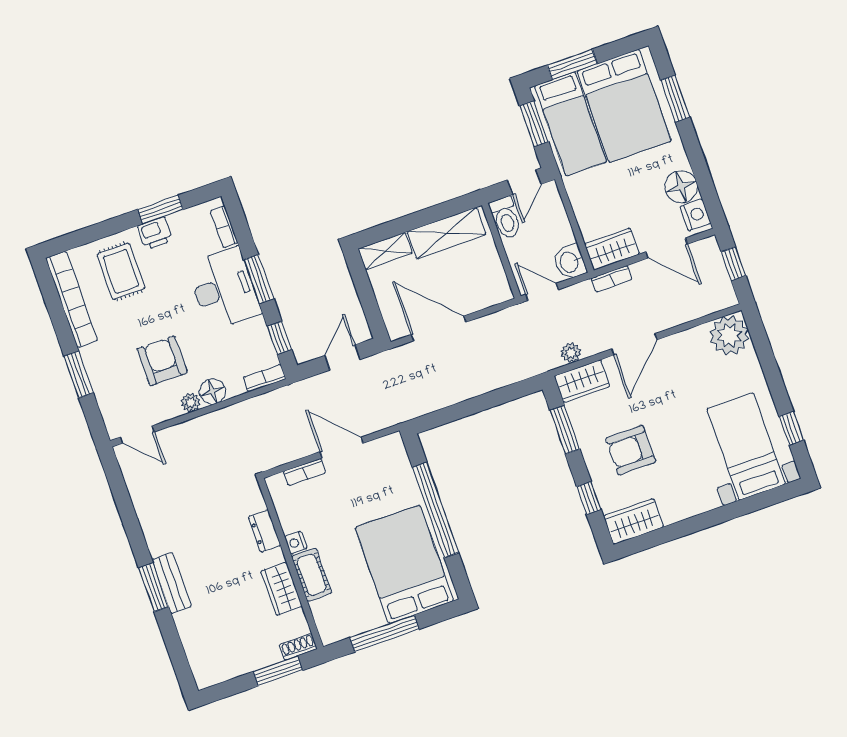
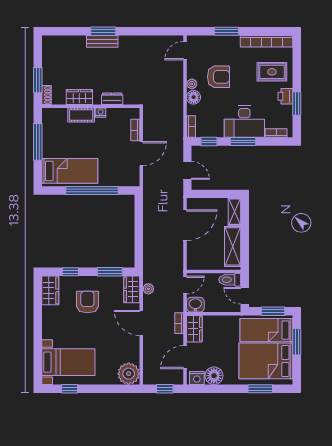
bed: (404, 564) -> (70, 171), width x0.67

